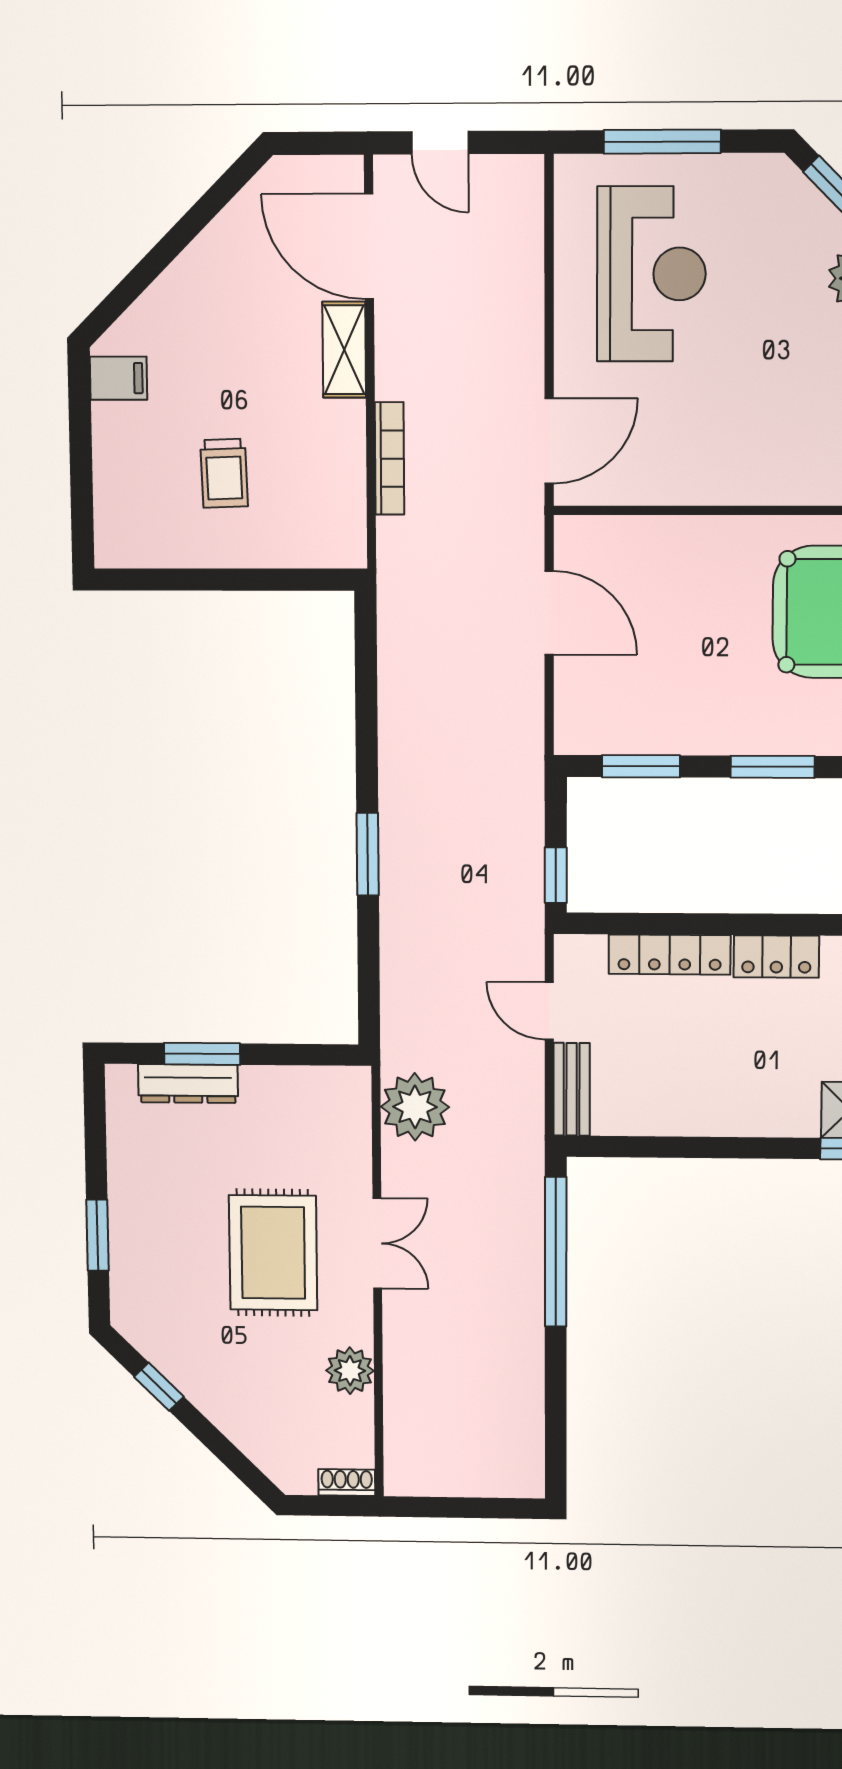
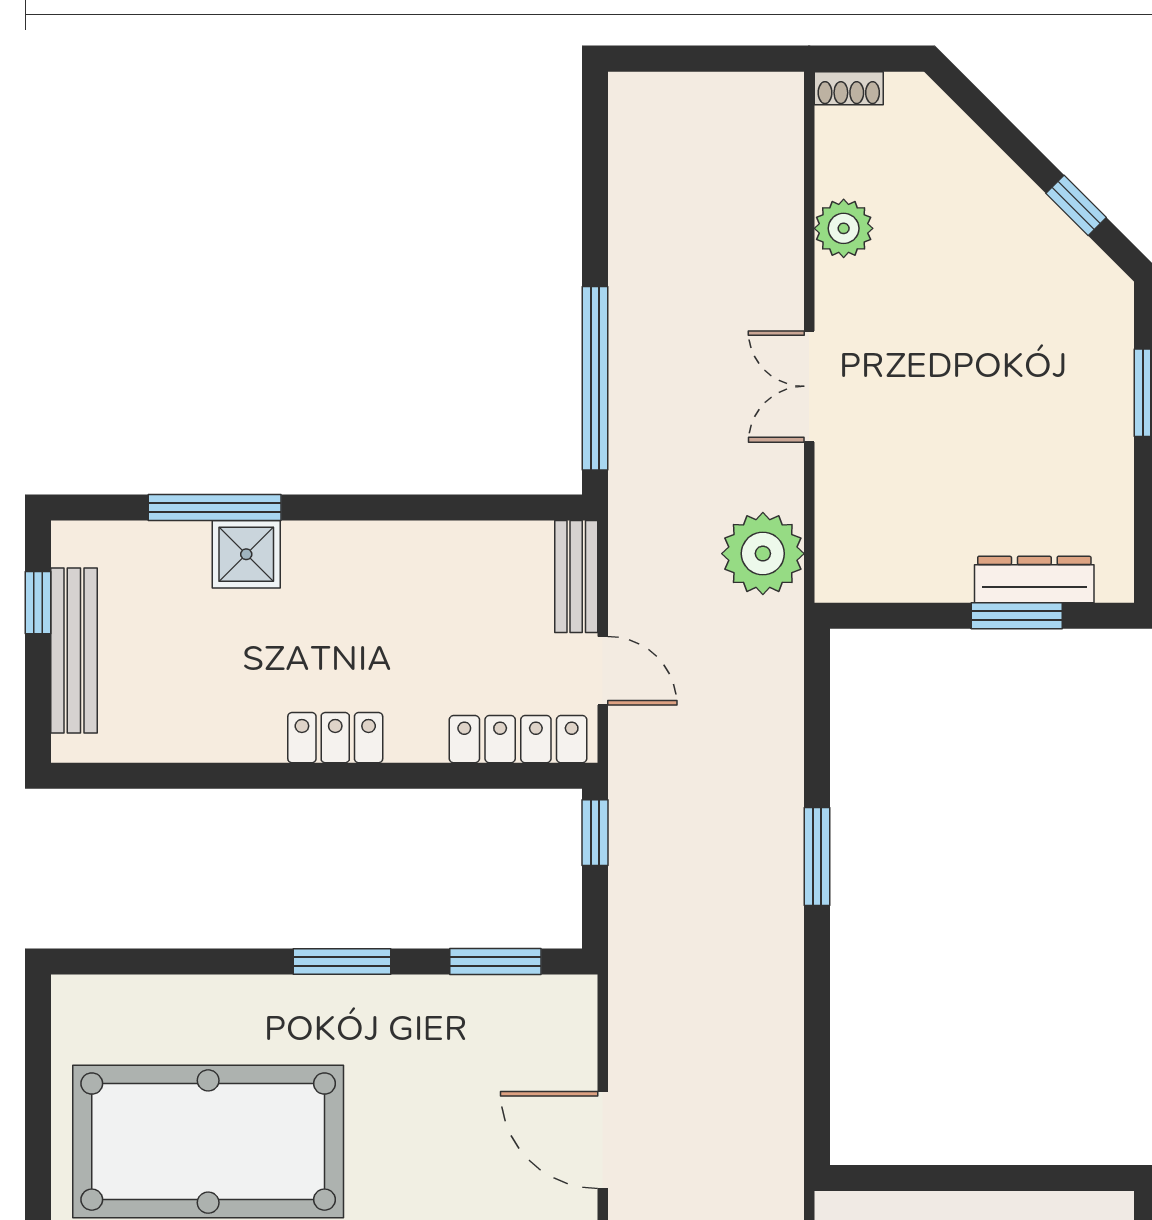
locker: (670, 955) -> (518, 739), moved
rug: (273, 1253) -> (935, 373), removed

